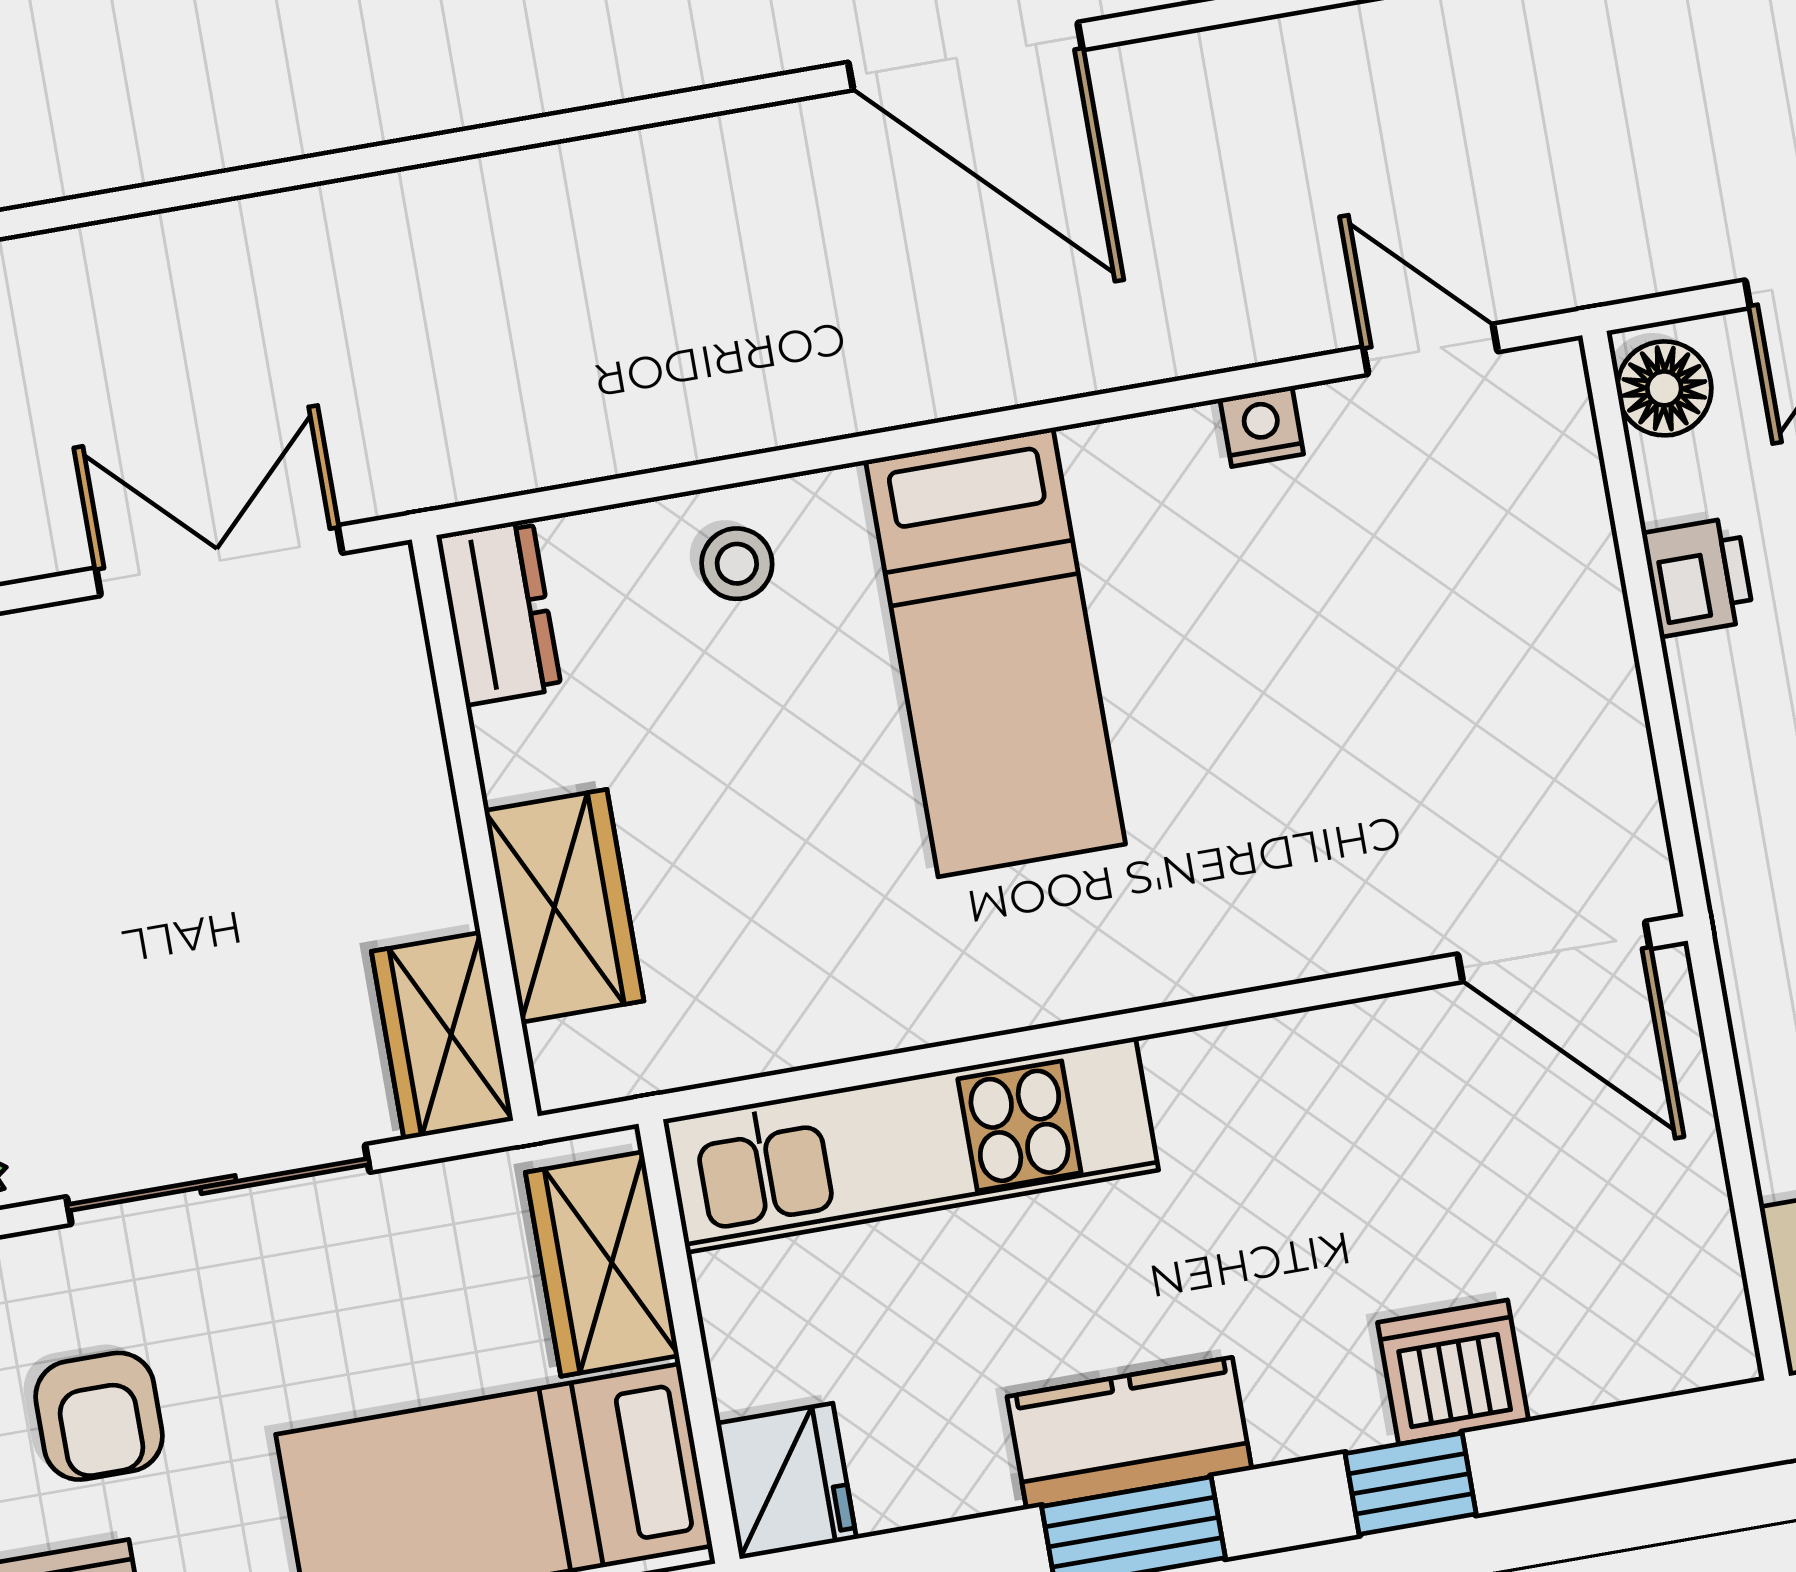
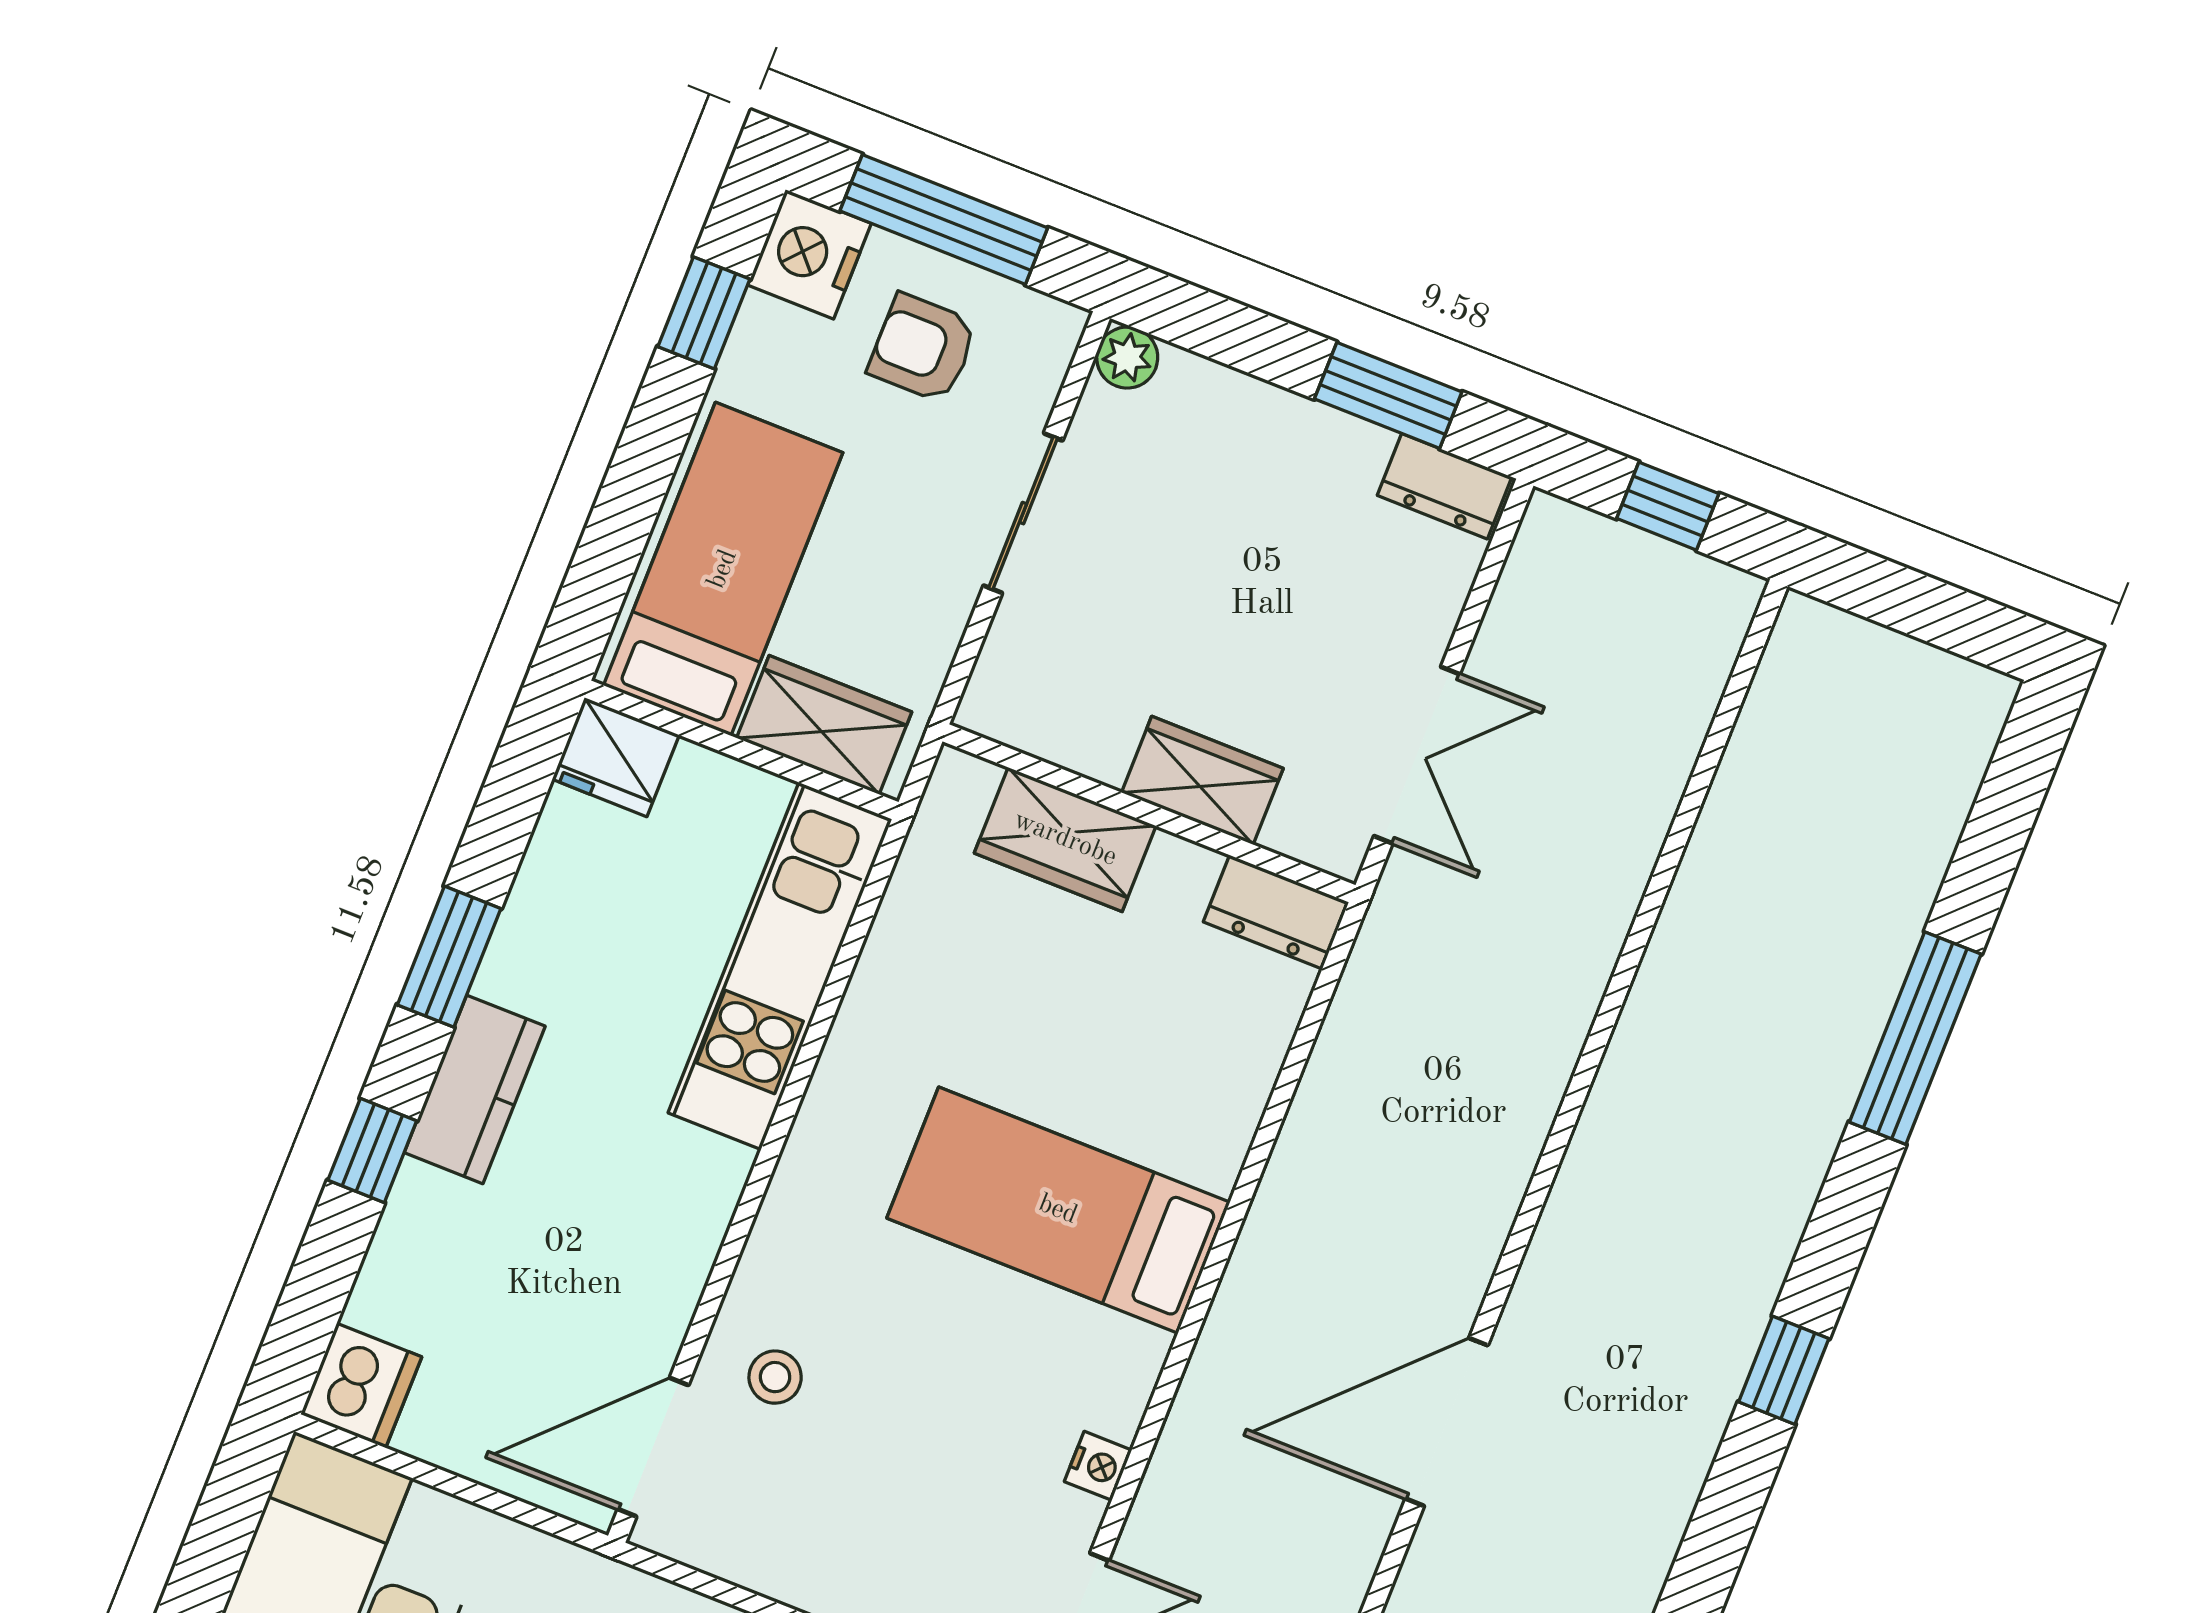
stool: (737, 564) -> (775, 1377), moved
wardrobe: (442, 1036) -> (1202, 780), moved
sliding door: (218, 1185) -> (1023, 513), width x0.73
dishwasher: (1453, 1372) -> (361, 1386), moved
kitchen counter: (1129, 1433) -> (475, 1089), moved

